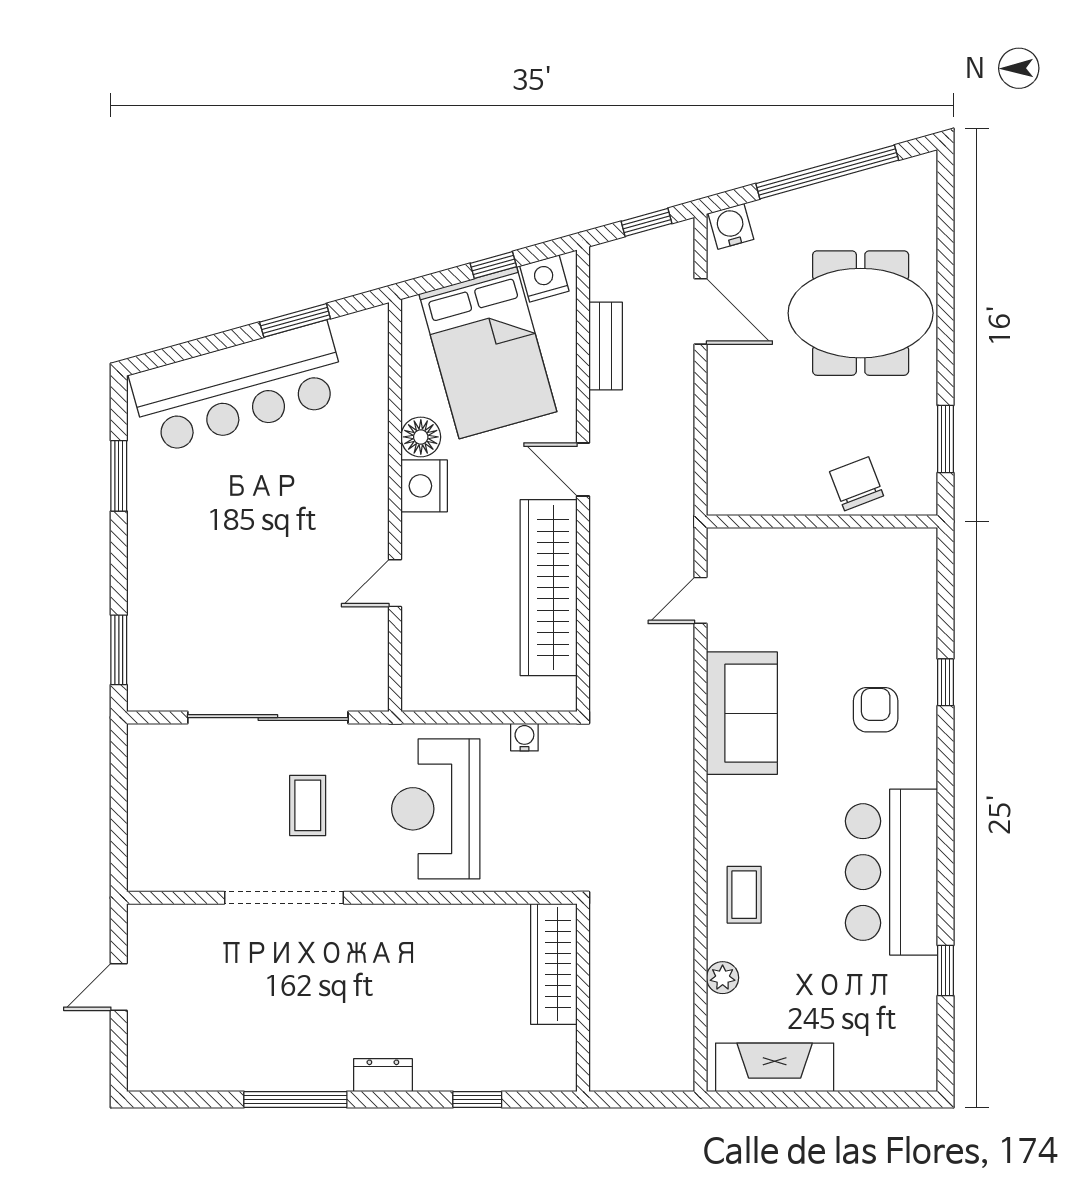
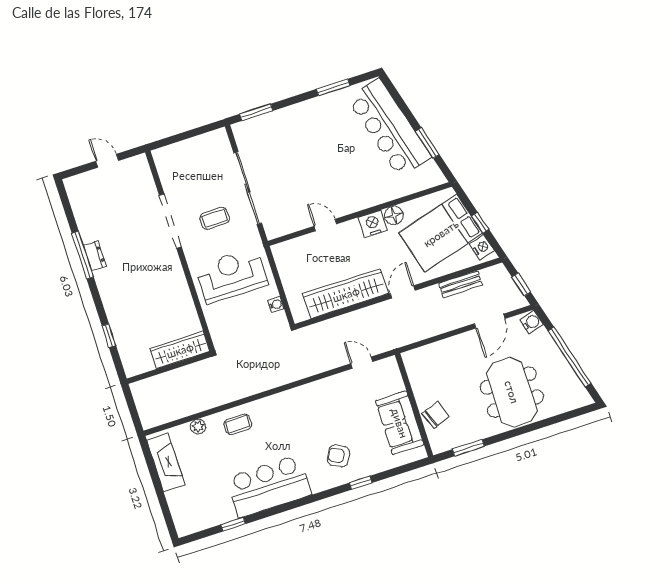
armchair: (876, 710) -> (339, 456), turned -151
sofa: (742, 713) -> (400, 423), moved, turned 90
dresser: (383, 1075) -> (95, 256), moved

